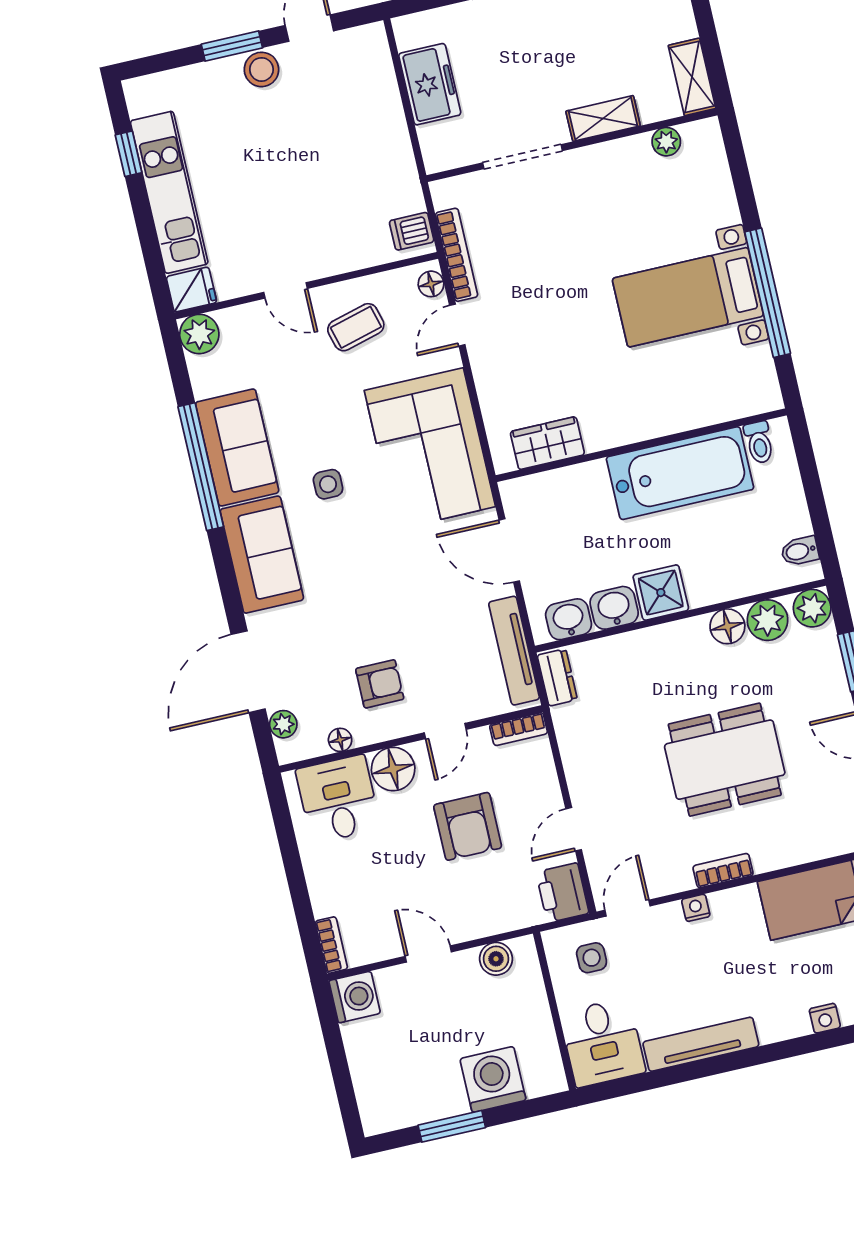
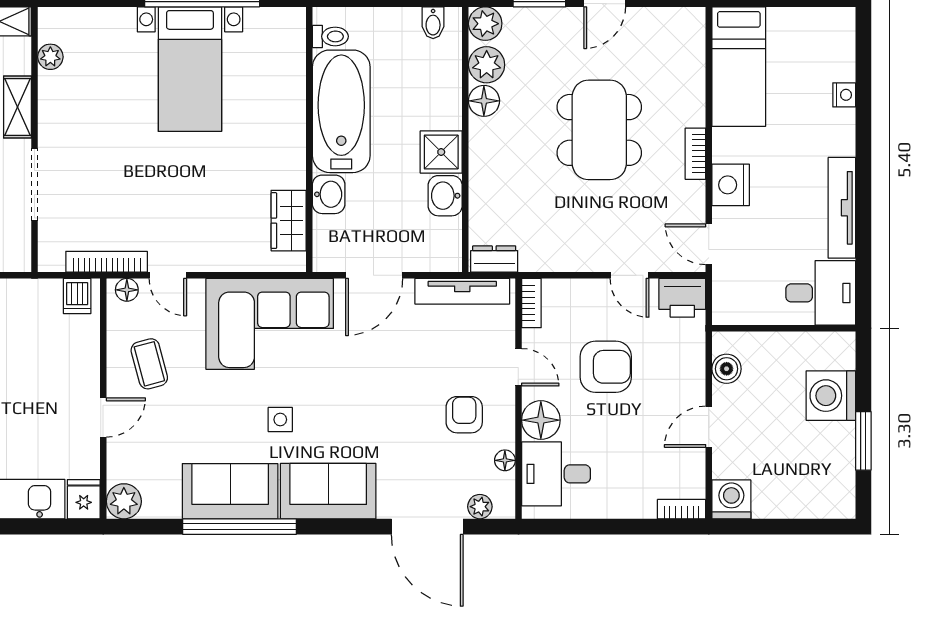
washbasin: (569, 619) -> (329, 194), moved, turned 180
nightstand: (696, 908) -> (731, 185), width x1.89, depth x1.79
side table: (592, 958) -> (745, 285), removed

